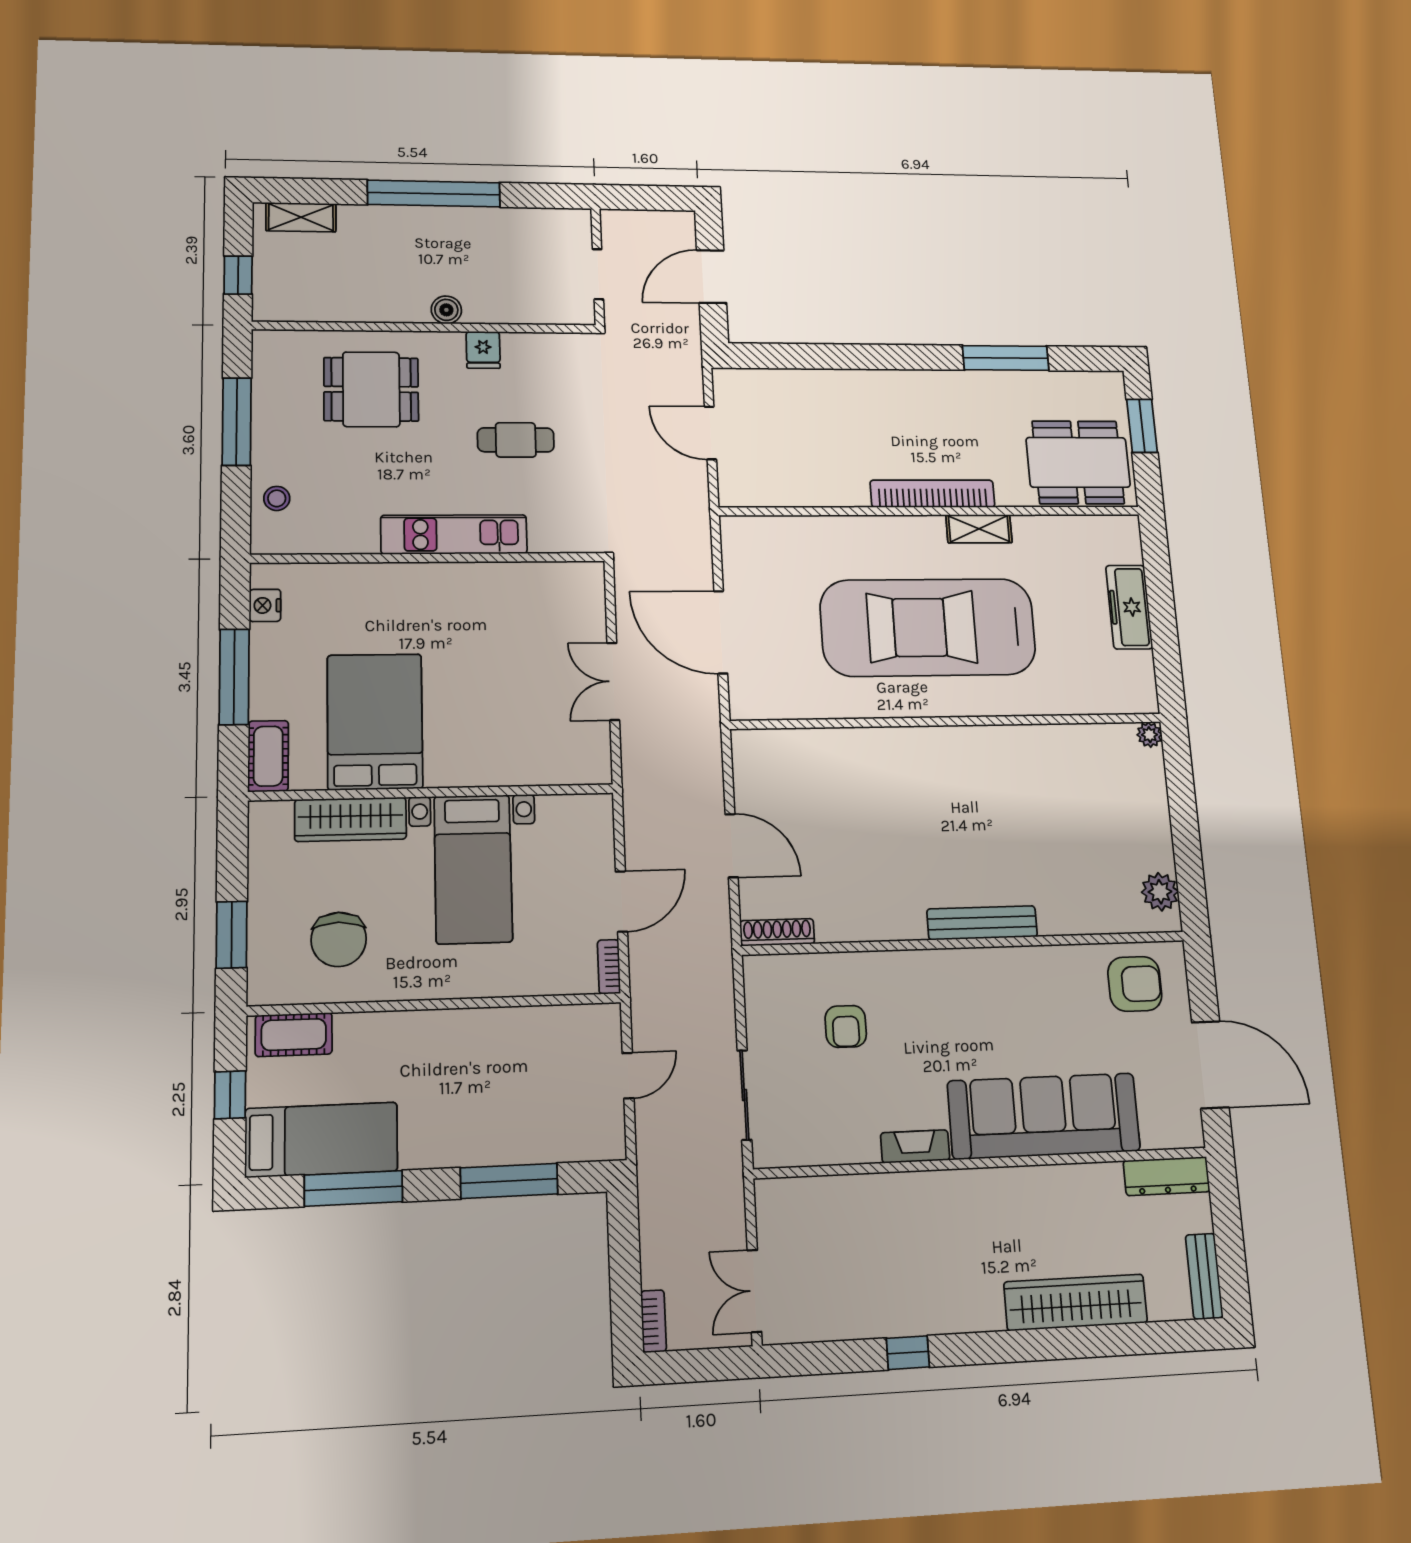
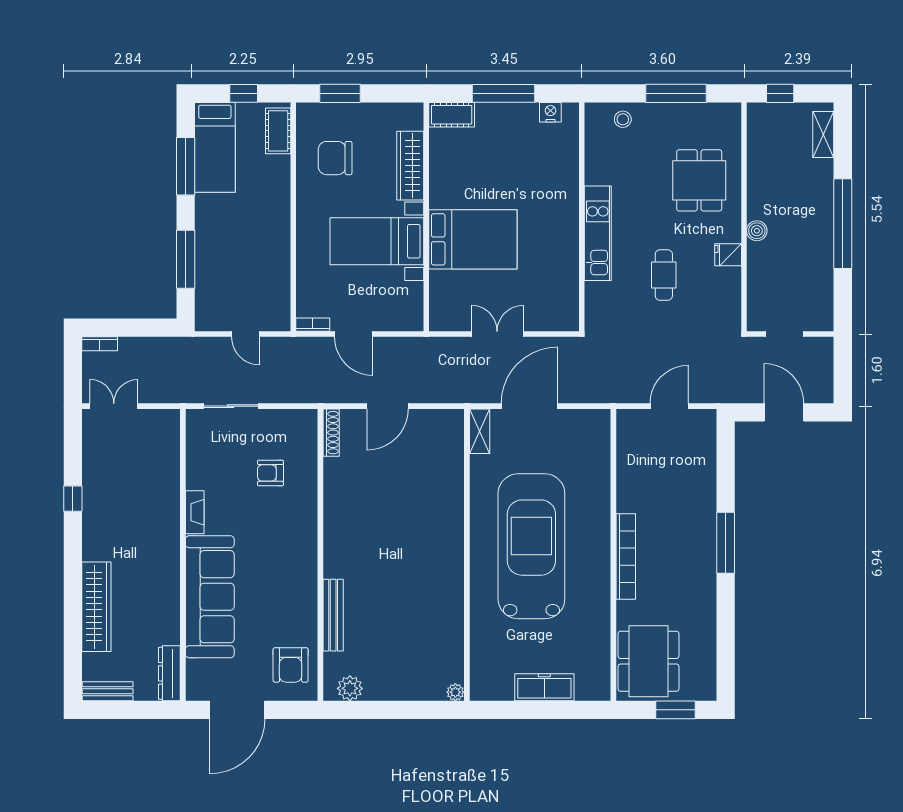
window: (1006, 358) -> (726, 543), moved
shelving: (979, 529) -> (480, 431), moved
bed: (375, 722) -> (473, 239), moved
bench: (982, 923) -> (333, 615), moved

